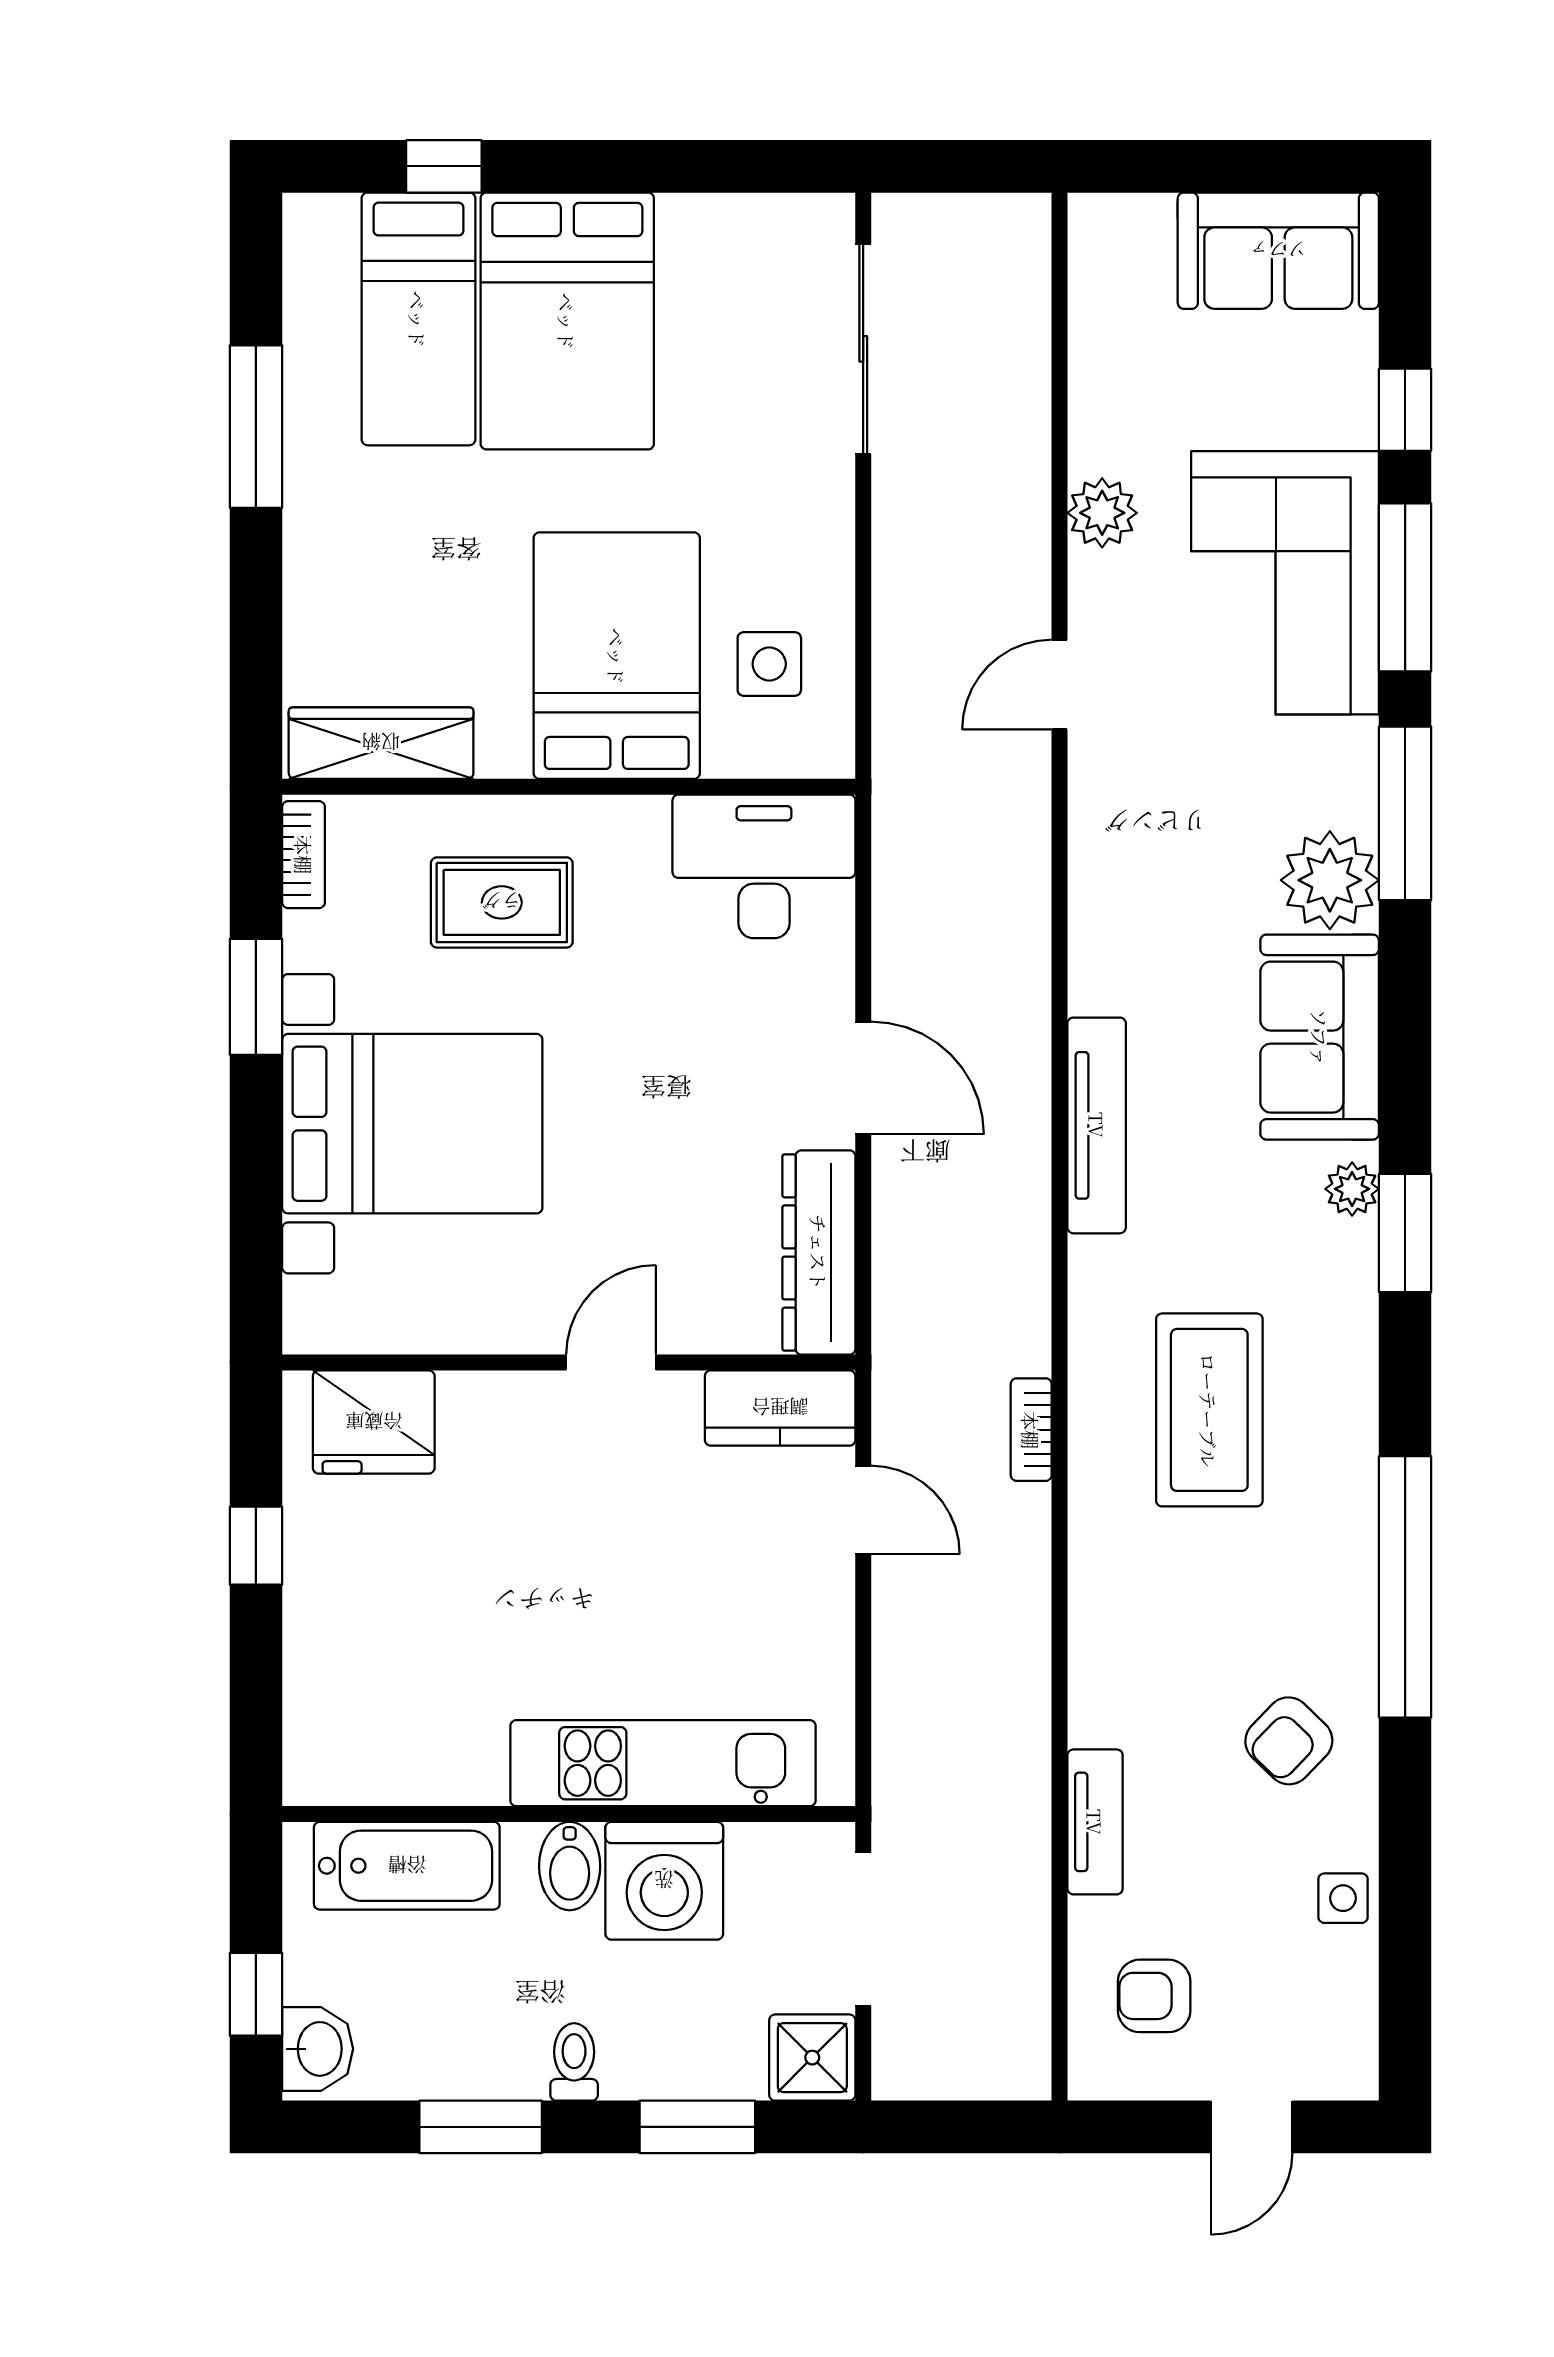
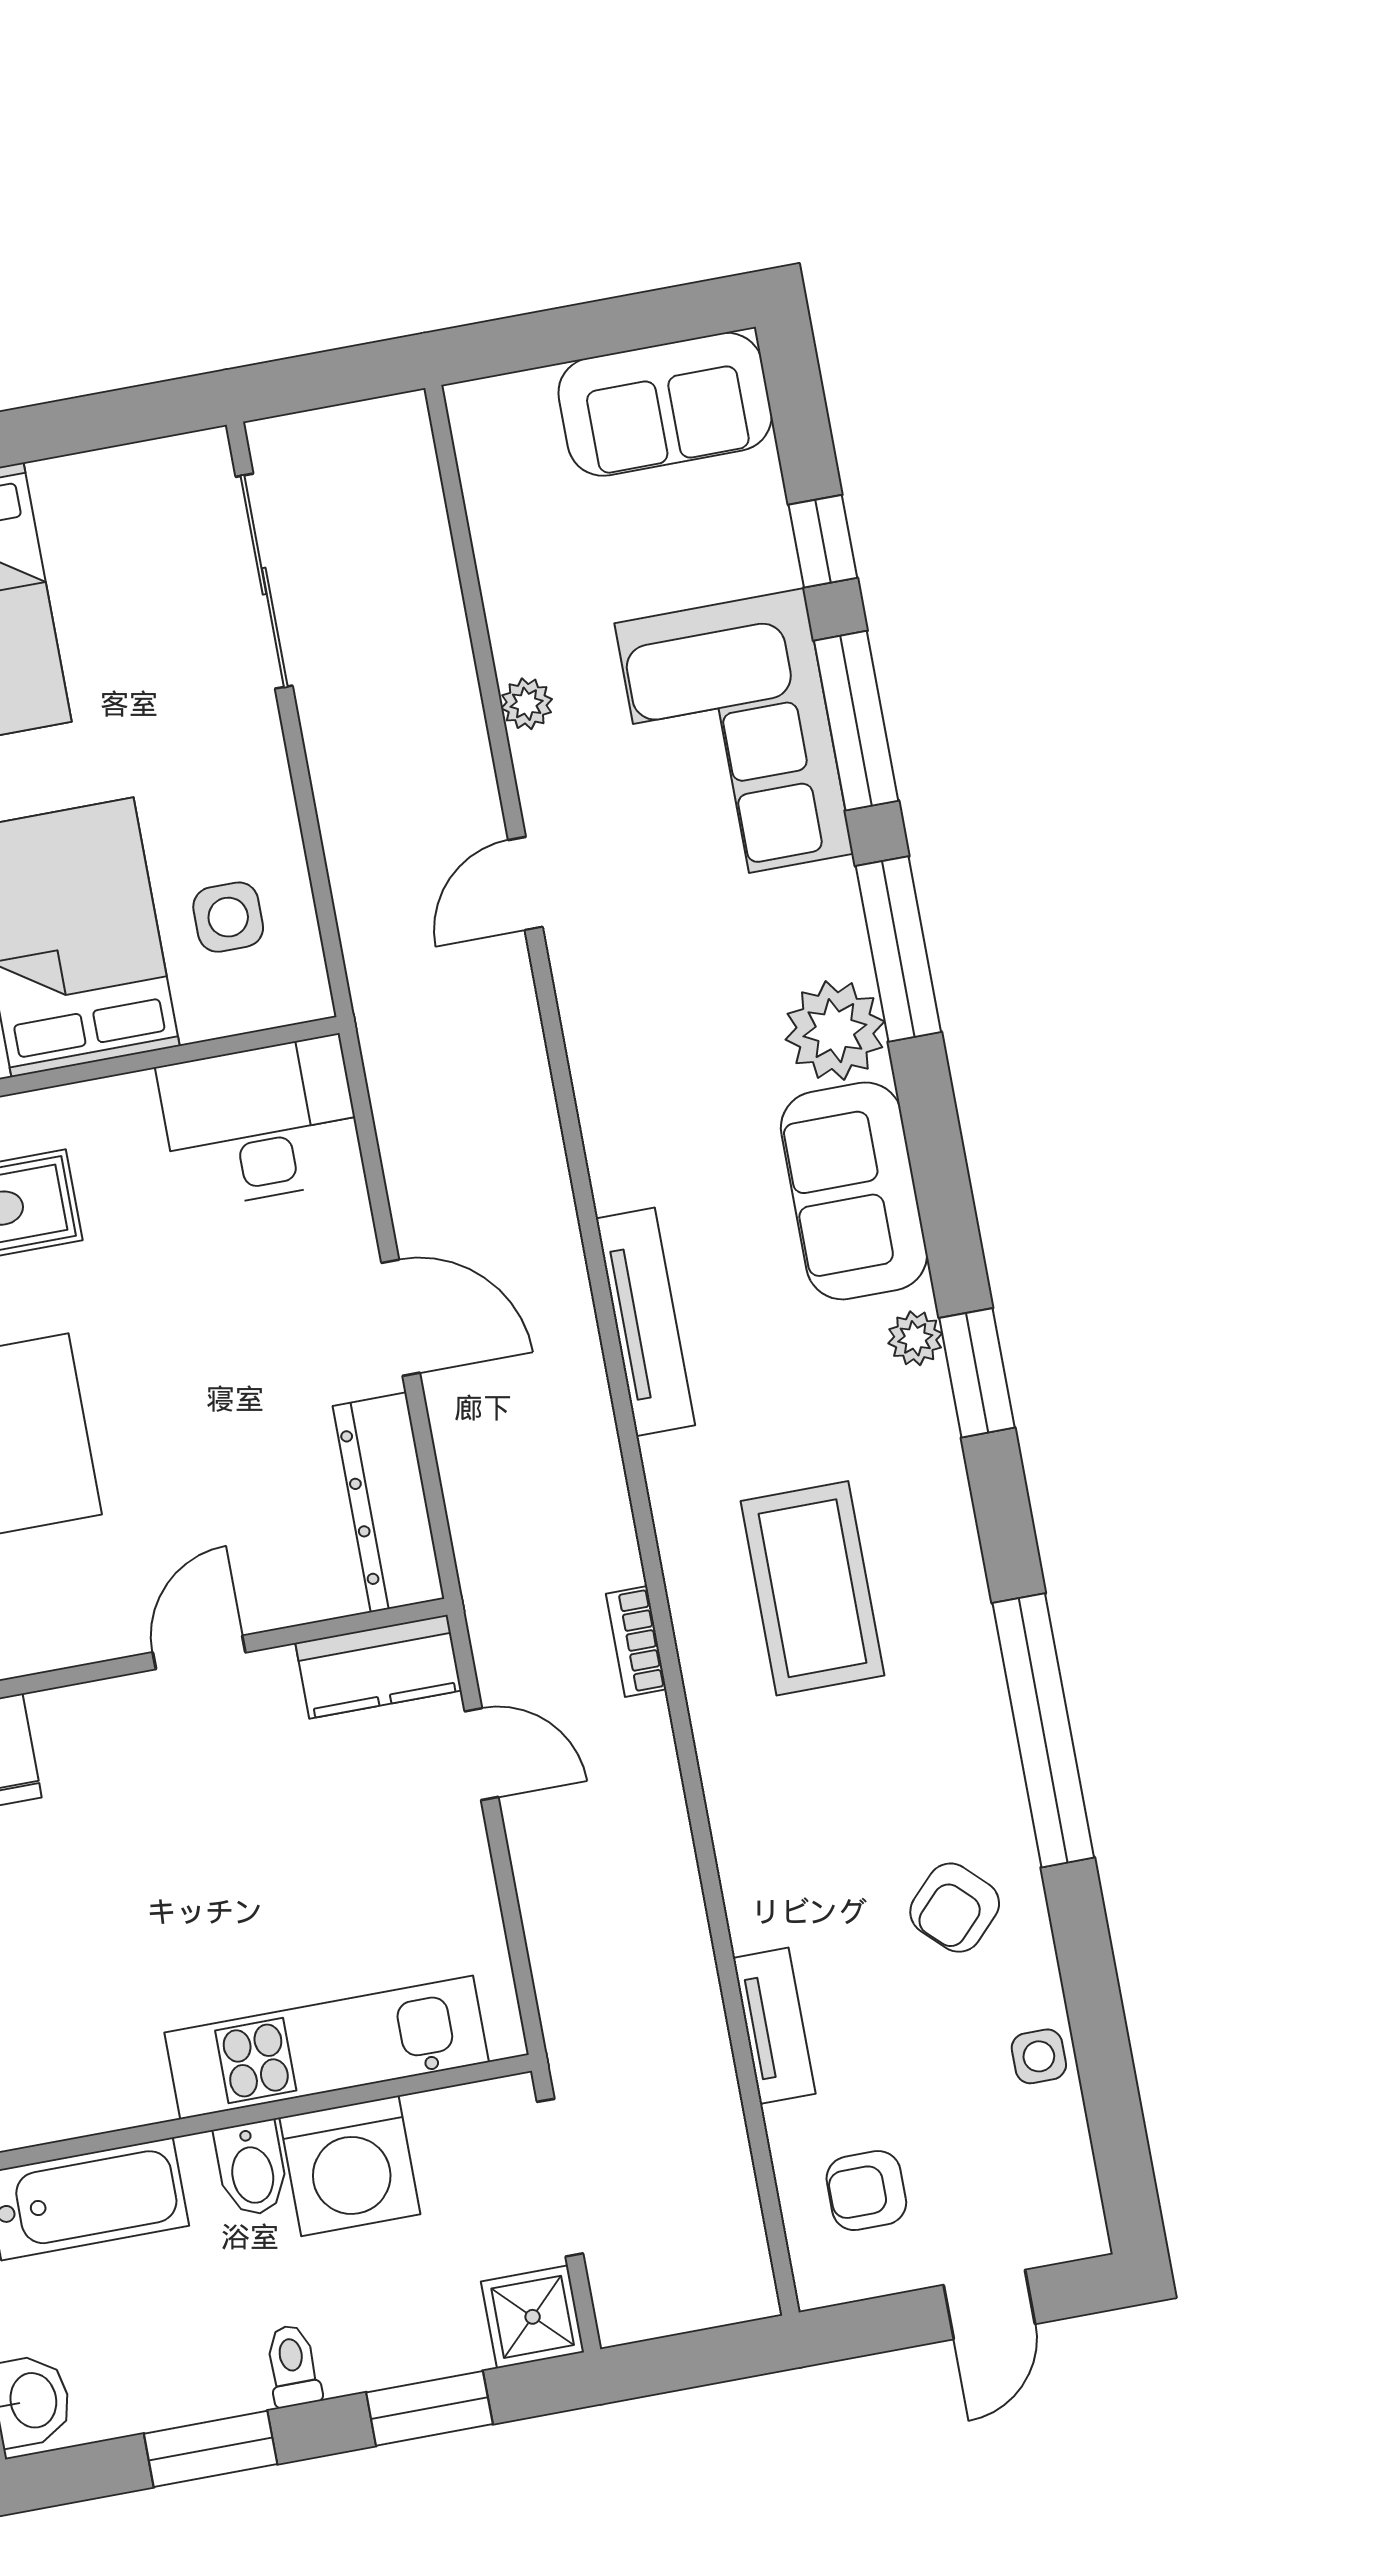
plant: (1102, 513) -> (527, 704), width x0.73, depth x0.73

